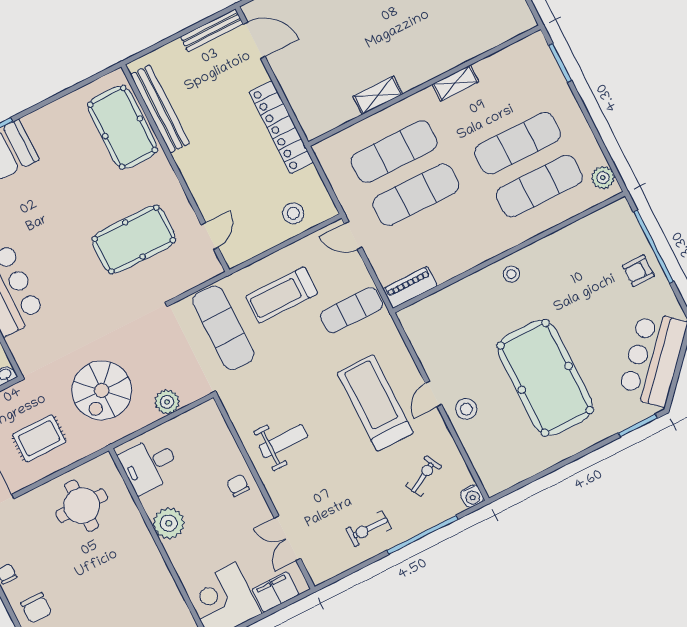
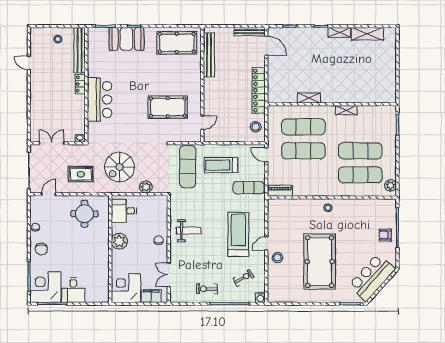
pool table: (123, 127) -> (177, 43), moved, turned 90
stool: (293, 213) -> (256, 127), moved

